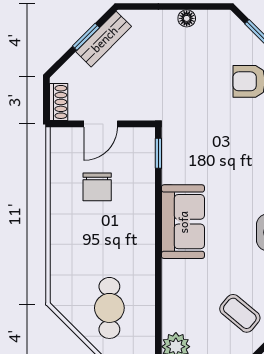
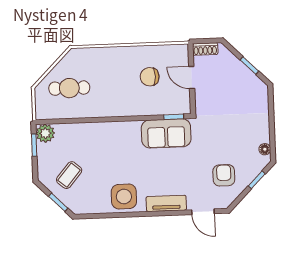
floor lamp: (187, 18) -> (265, 149), moved
bench: (104, 39) -> (248, 77), removed
sofa: (183, 222) -> (166, 133), moved

